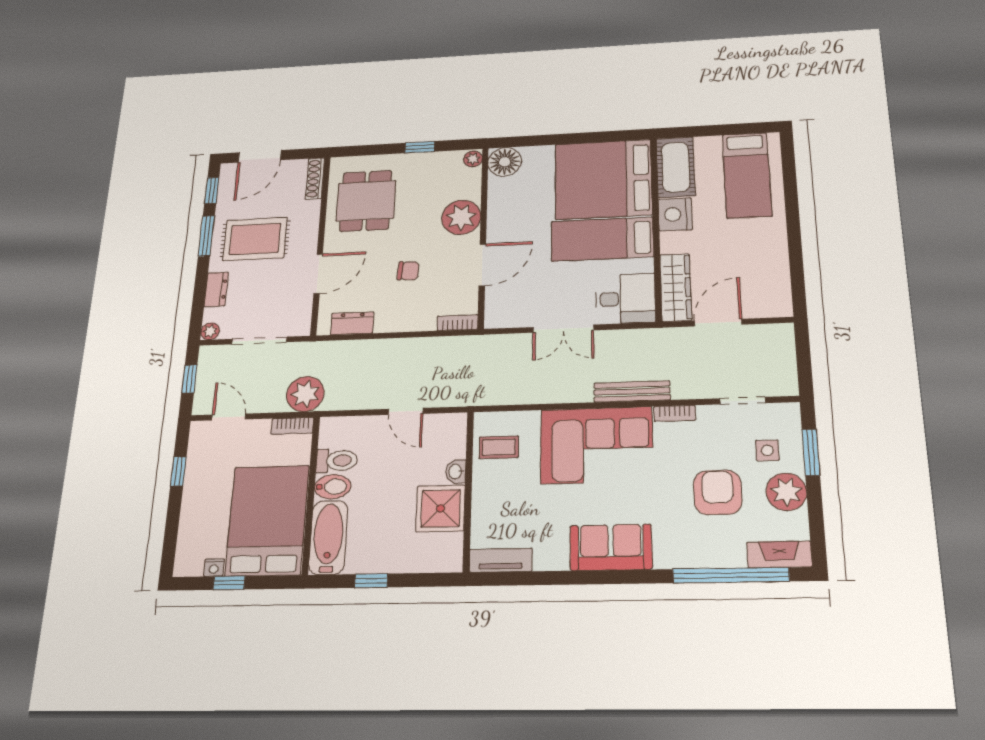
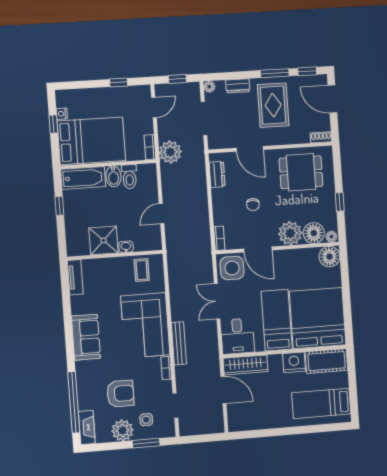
shoe rack: (315, 179) -> (321, 137), width x0.70
floor lamp: (465, 184) -> (314, 233), added
side table: (509, 304) -> (232, 268), added

